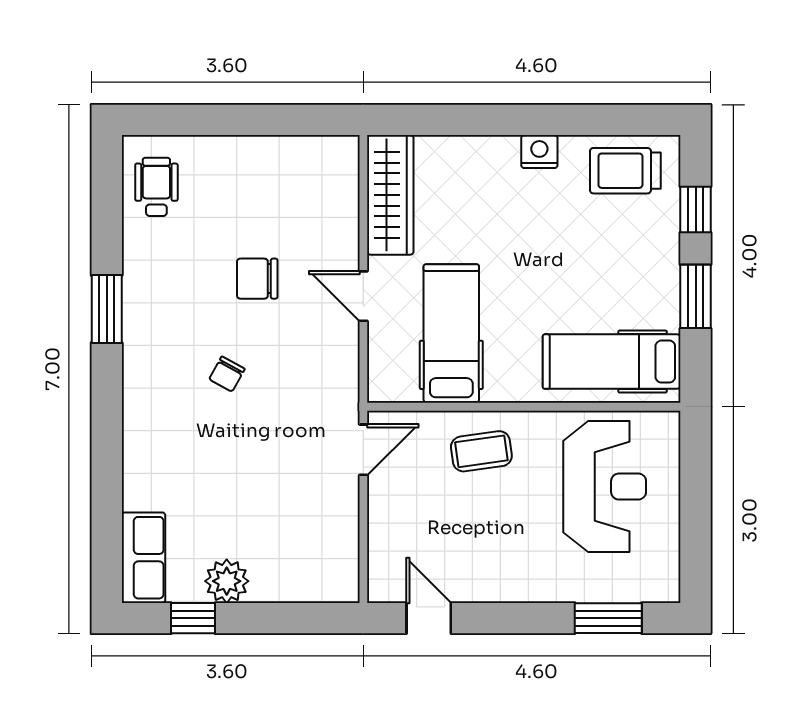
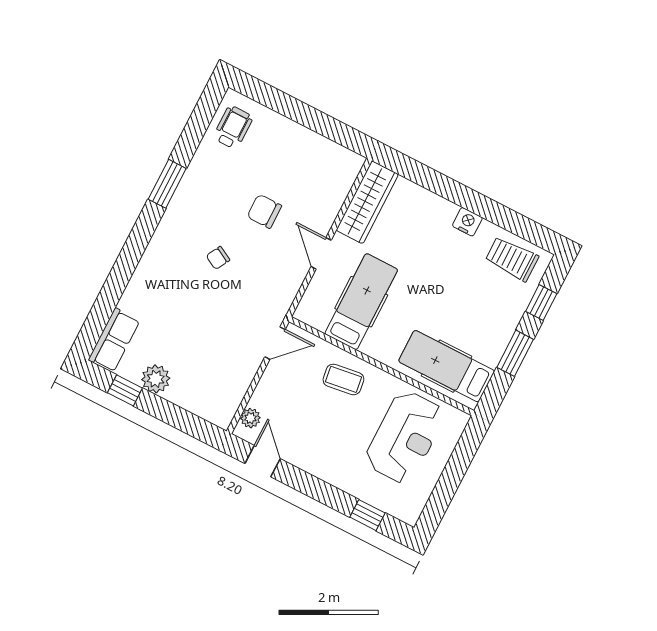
plant: (382, 568) -> (250, 418), added
window: (608, 618) -> (367, 515), width x0.67

